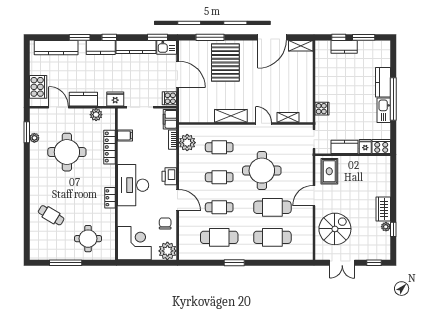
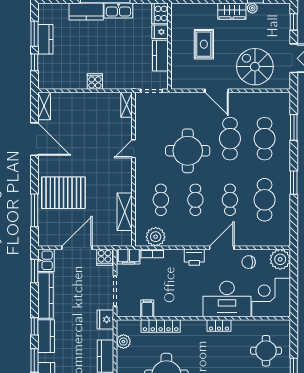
kitchen counter: (344, 47) -> (45, 39), moved
cooker: (322, 109) -> (95, 81), moved
shelving: (231, 116) -> (125, 212), moved
shelving: (288, 117) -> (127, 105), moved
rug: (329, 171) -> (204, 44), moved, turned 90
desk: (133, 185) -> (227, 299), moved
window: (282, 263) -> (294, 127), added

